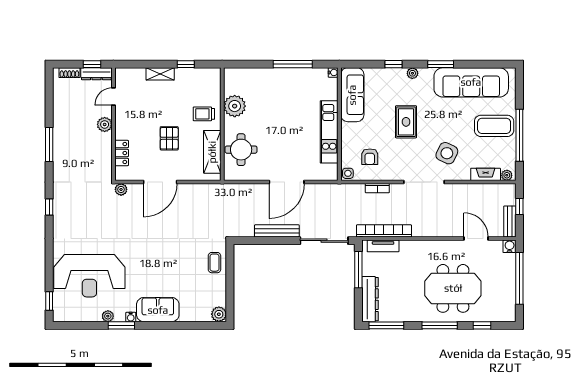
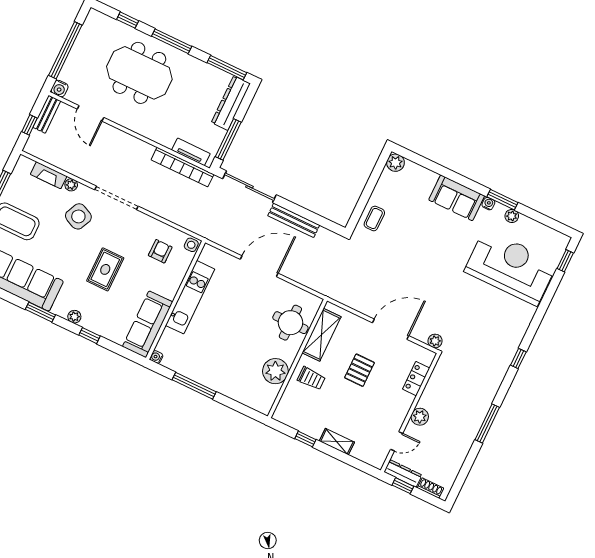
plant: (507, 175) -> (71, 185), moved
bookcase: (377, 188) -> (168, 215), removed

